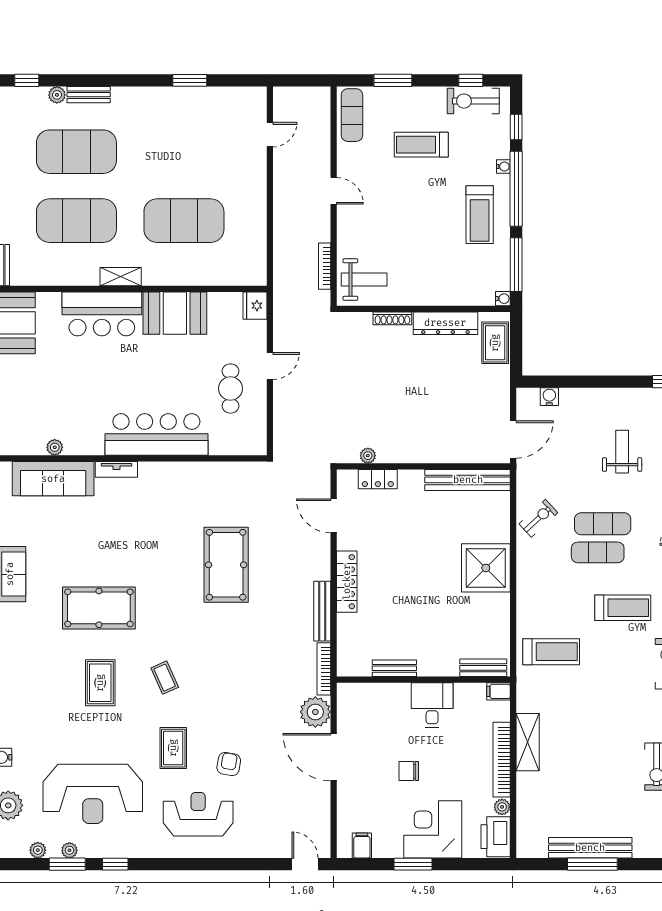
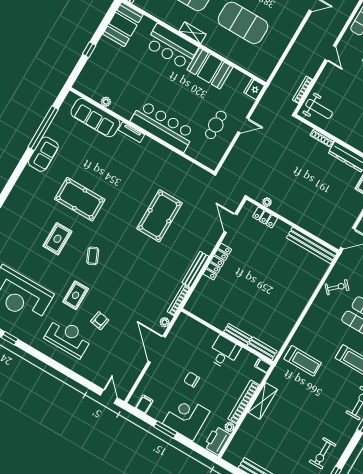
shower: (486, 568) -> (294, 297), removed
bench: (394, 668) -> (238, 334), moved
plant: (315, 712) -> (165, 322), width x0.53, depth x0.53

